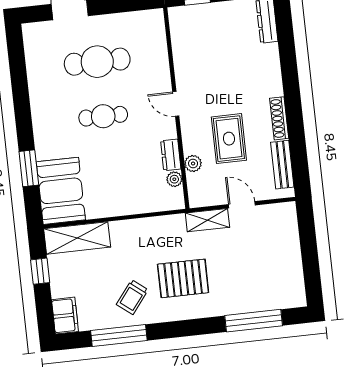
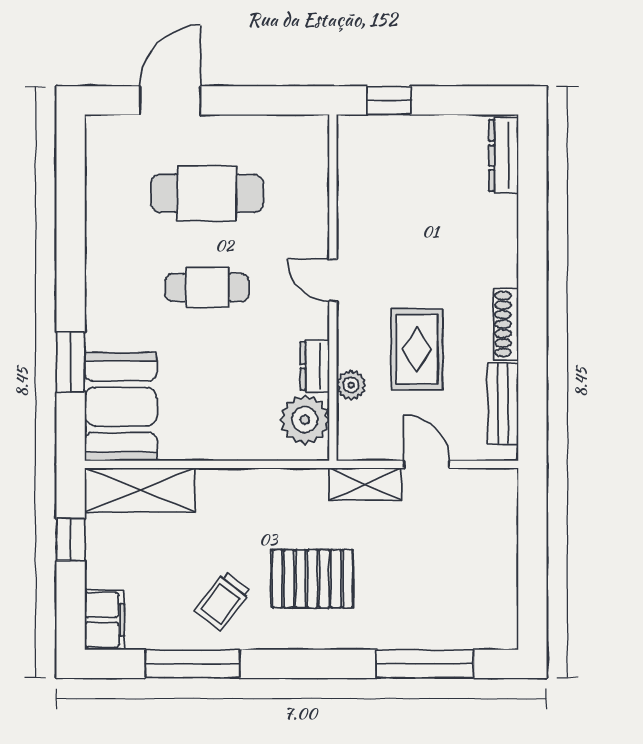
plant: (174, 179) -> (305, 420), width x1.87, depth x1.87

